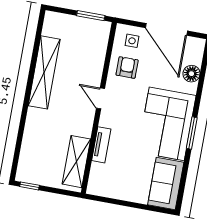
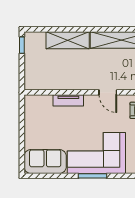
door: (100, 98) -> (108, 92), swing flipped
shelving: (76, 162) -> (68, 40), moved

